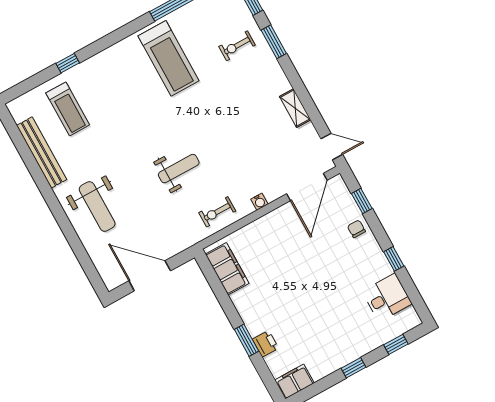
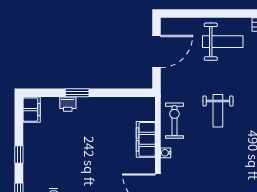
weight bench: (97, 207) -> (223, 42), turned 180
exercise bike: (217, 212) -> (175, 121), width x1.38, depth x1.39
filing cabinet: (227, 269) -> (146, 139), moved, turned 90

